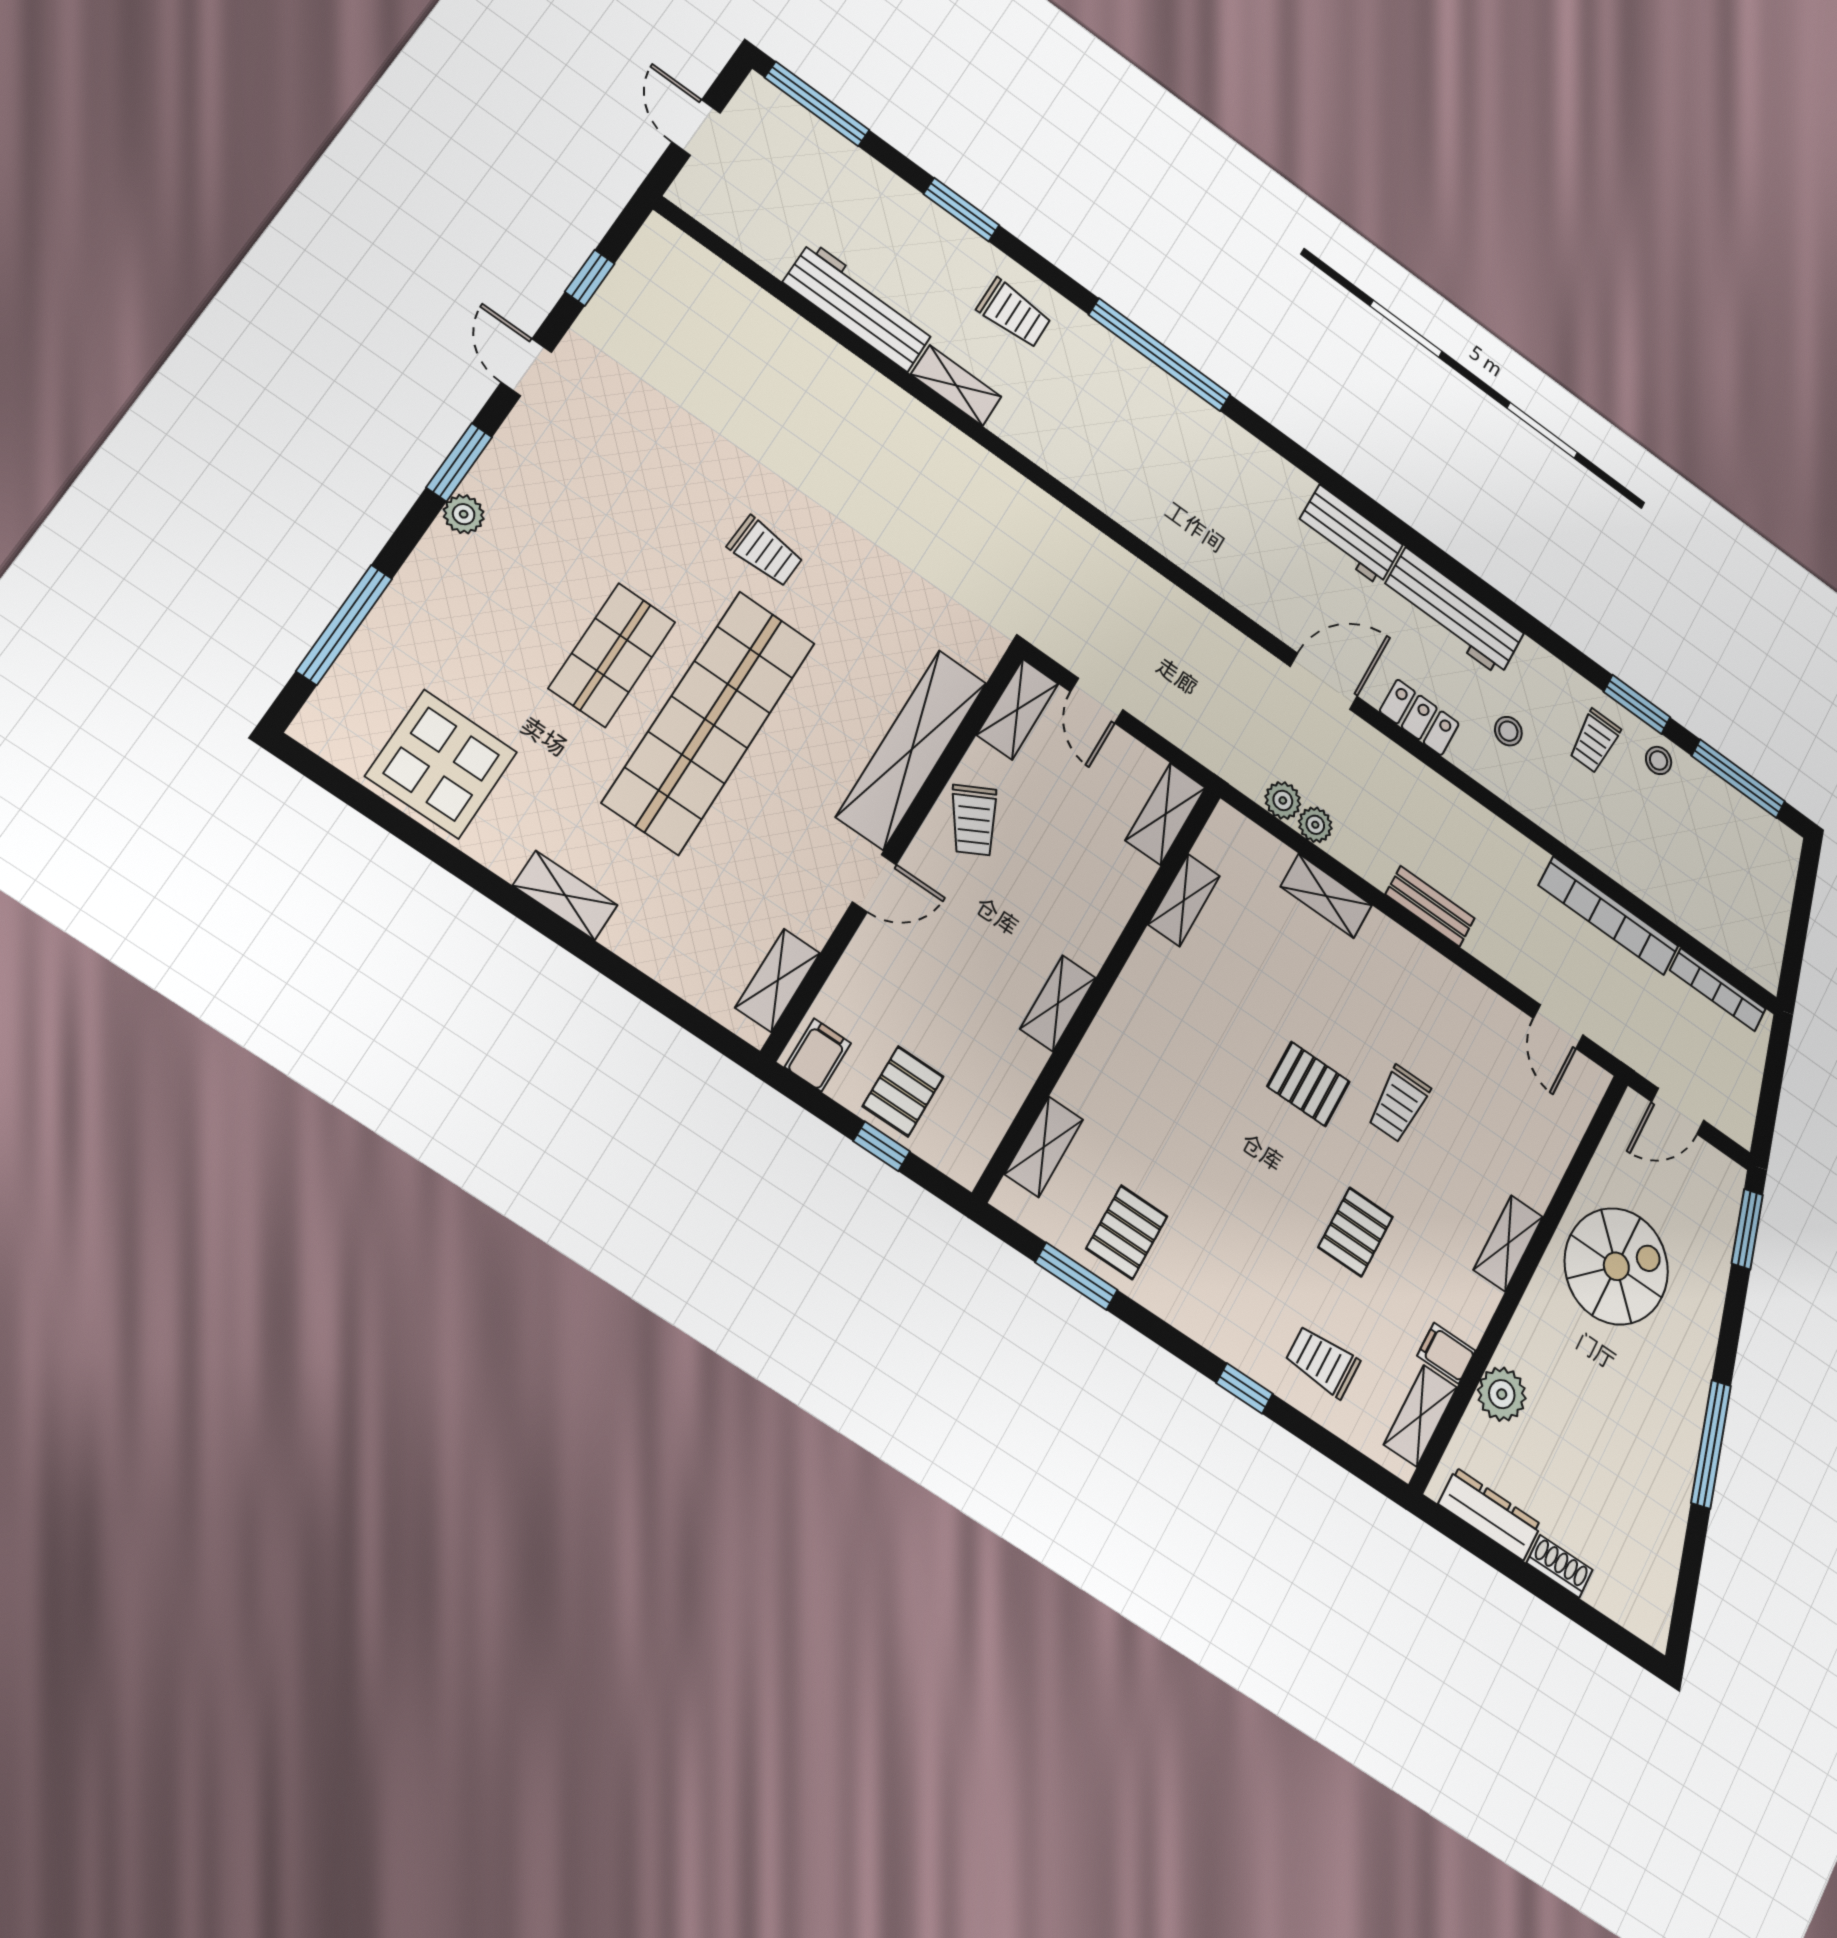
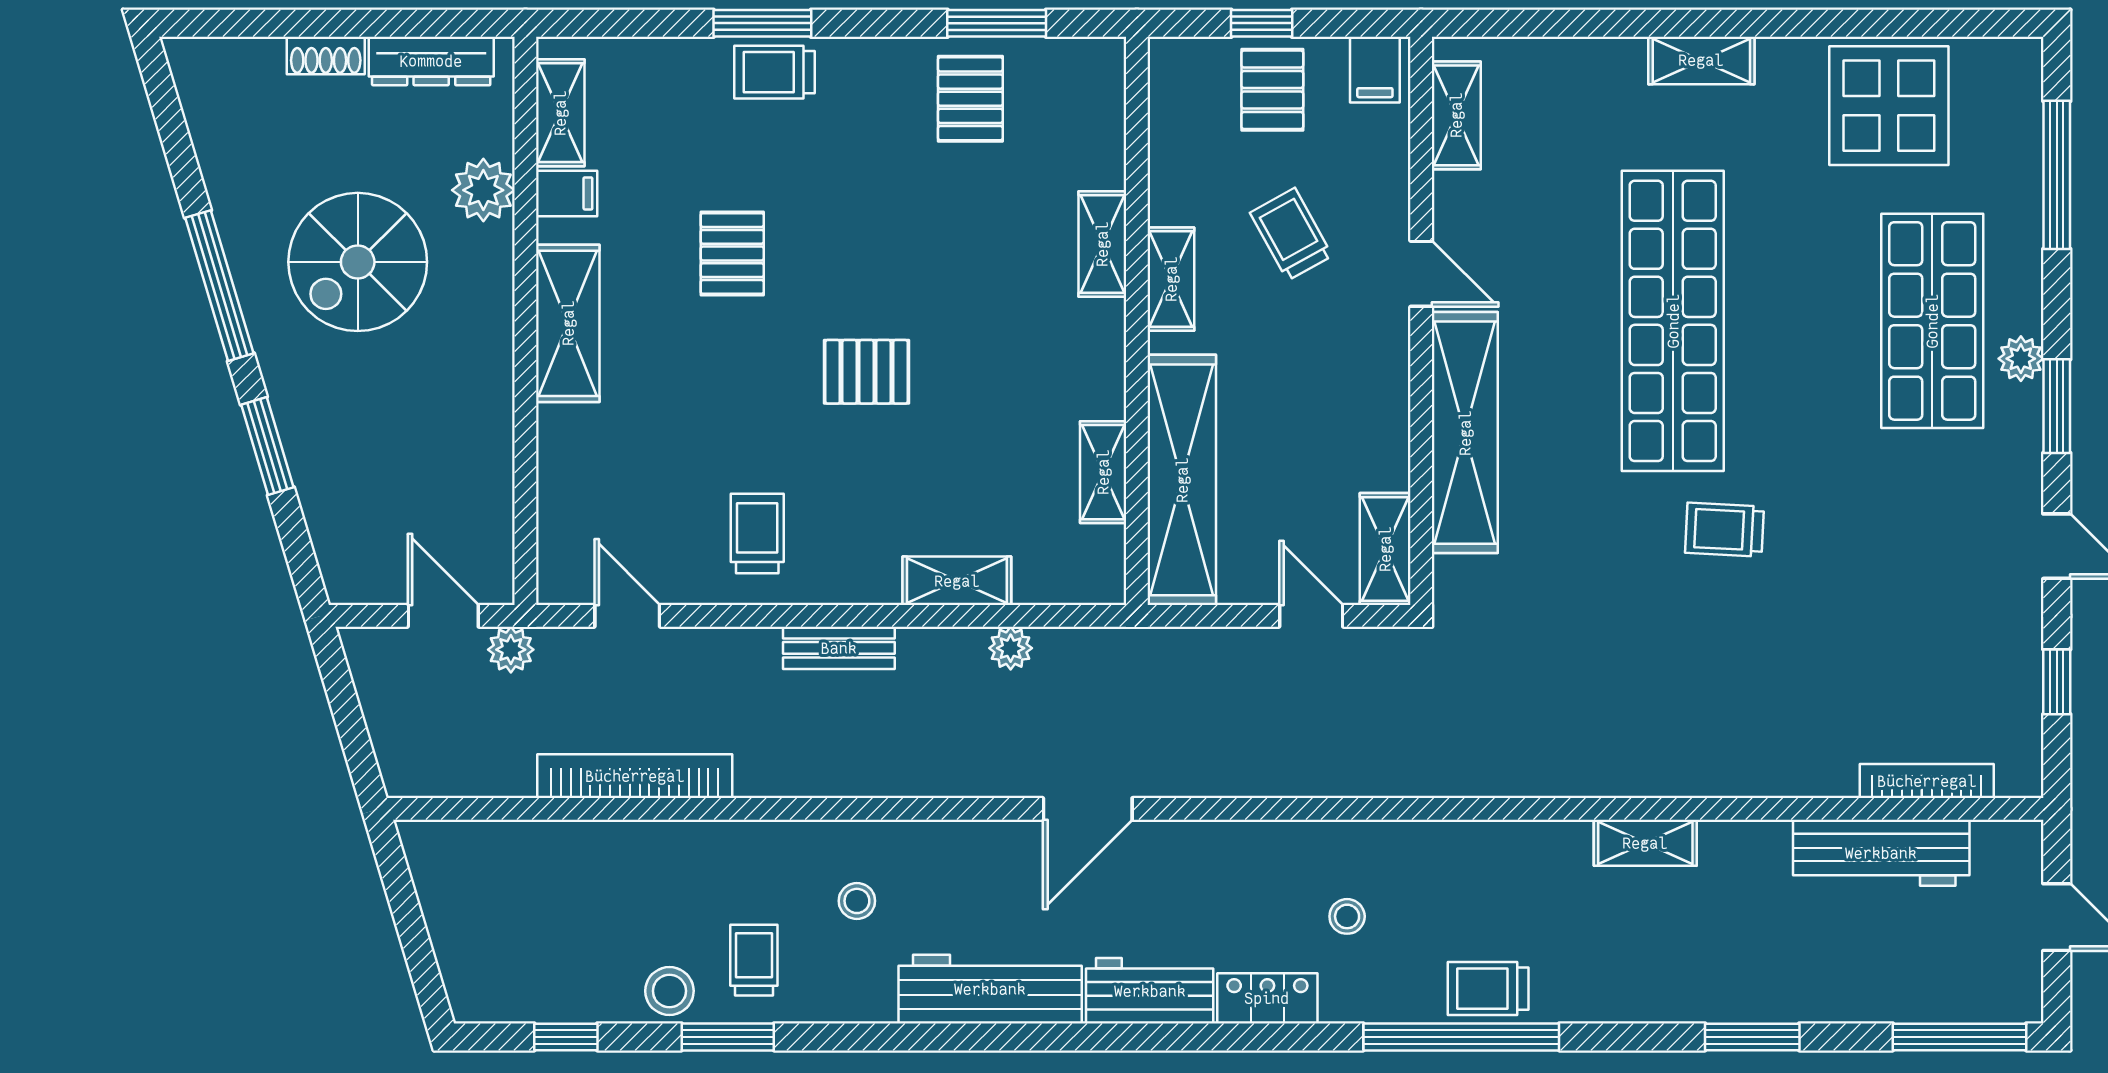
workbench: (859, 306) -> (1881, 853), moved
trolley: (1014, 313) -> (1488, 989), moved
stool: (1190, 487) -> (1347, 916), added
shop shelf: (612, 655) -> (1932, 321), moved, width x1.43, depth x1.36
locker: (1419, 717) -> (1267, 998), moved, turned 180
stool: (1659, 760) -> (669, 991), width x1.37, depth x1.37
window: (1738, 779) -> (566, 1037), width x0.46
plant: (1283, 800) -> (511, 650), moved
shelving: (1165, 814) -> (1182, 480), width x2.20, depth x1.33
trolley: (974, 820) -> (1291, 234), moved
door: (874, 883) -> (1421, 274), swing flipped
bookcase: (1718, 990) -> (1927, 781), moved
trolley: (1399, 1104) -> (757, 533), moved
door: (1678, 1111) -> (443, 616), hinge flipped
shelving: (1044, 1147) -> (1102, 244), moved
window: (1747, 1229) -> (267, 446), moved
shelving: (1508, 1243) -> (568, 323), width x1.50, depth x1.33
spiral stairs: (1616, 1266) -> (358, 262), moved
trolley: (1323, 1362) -> (774, 72), moved, turned 180
window: (1244, 1388) -> (762, 23), width x1.50

